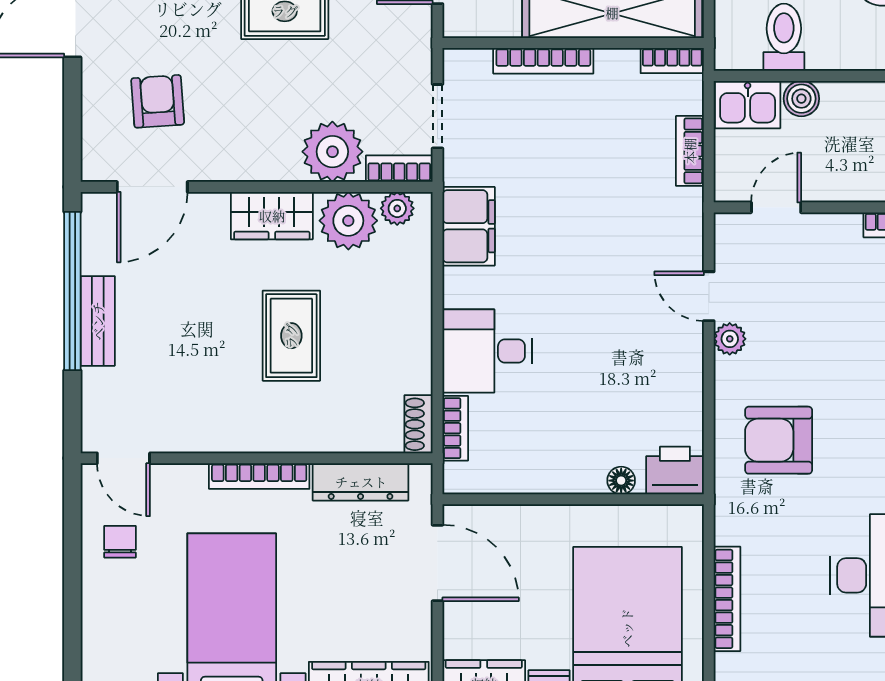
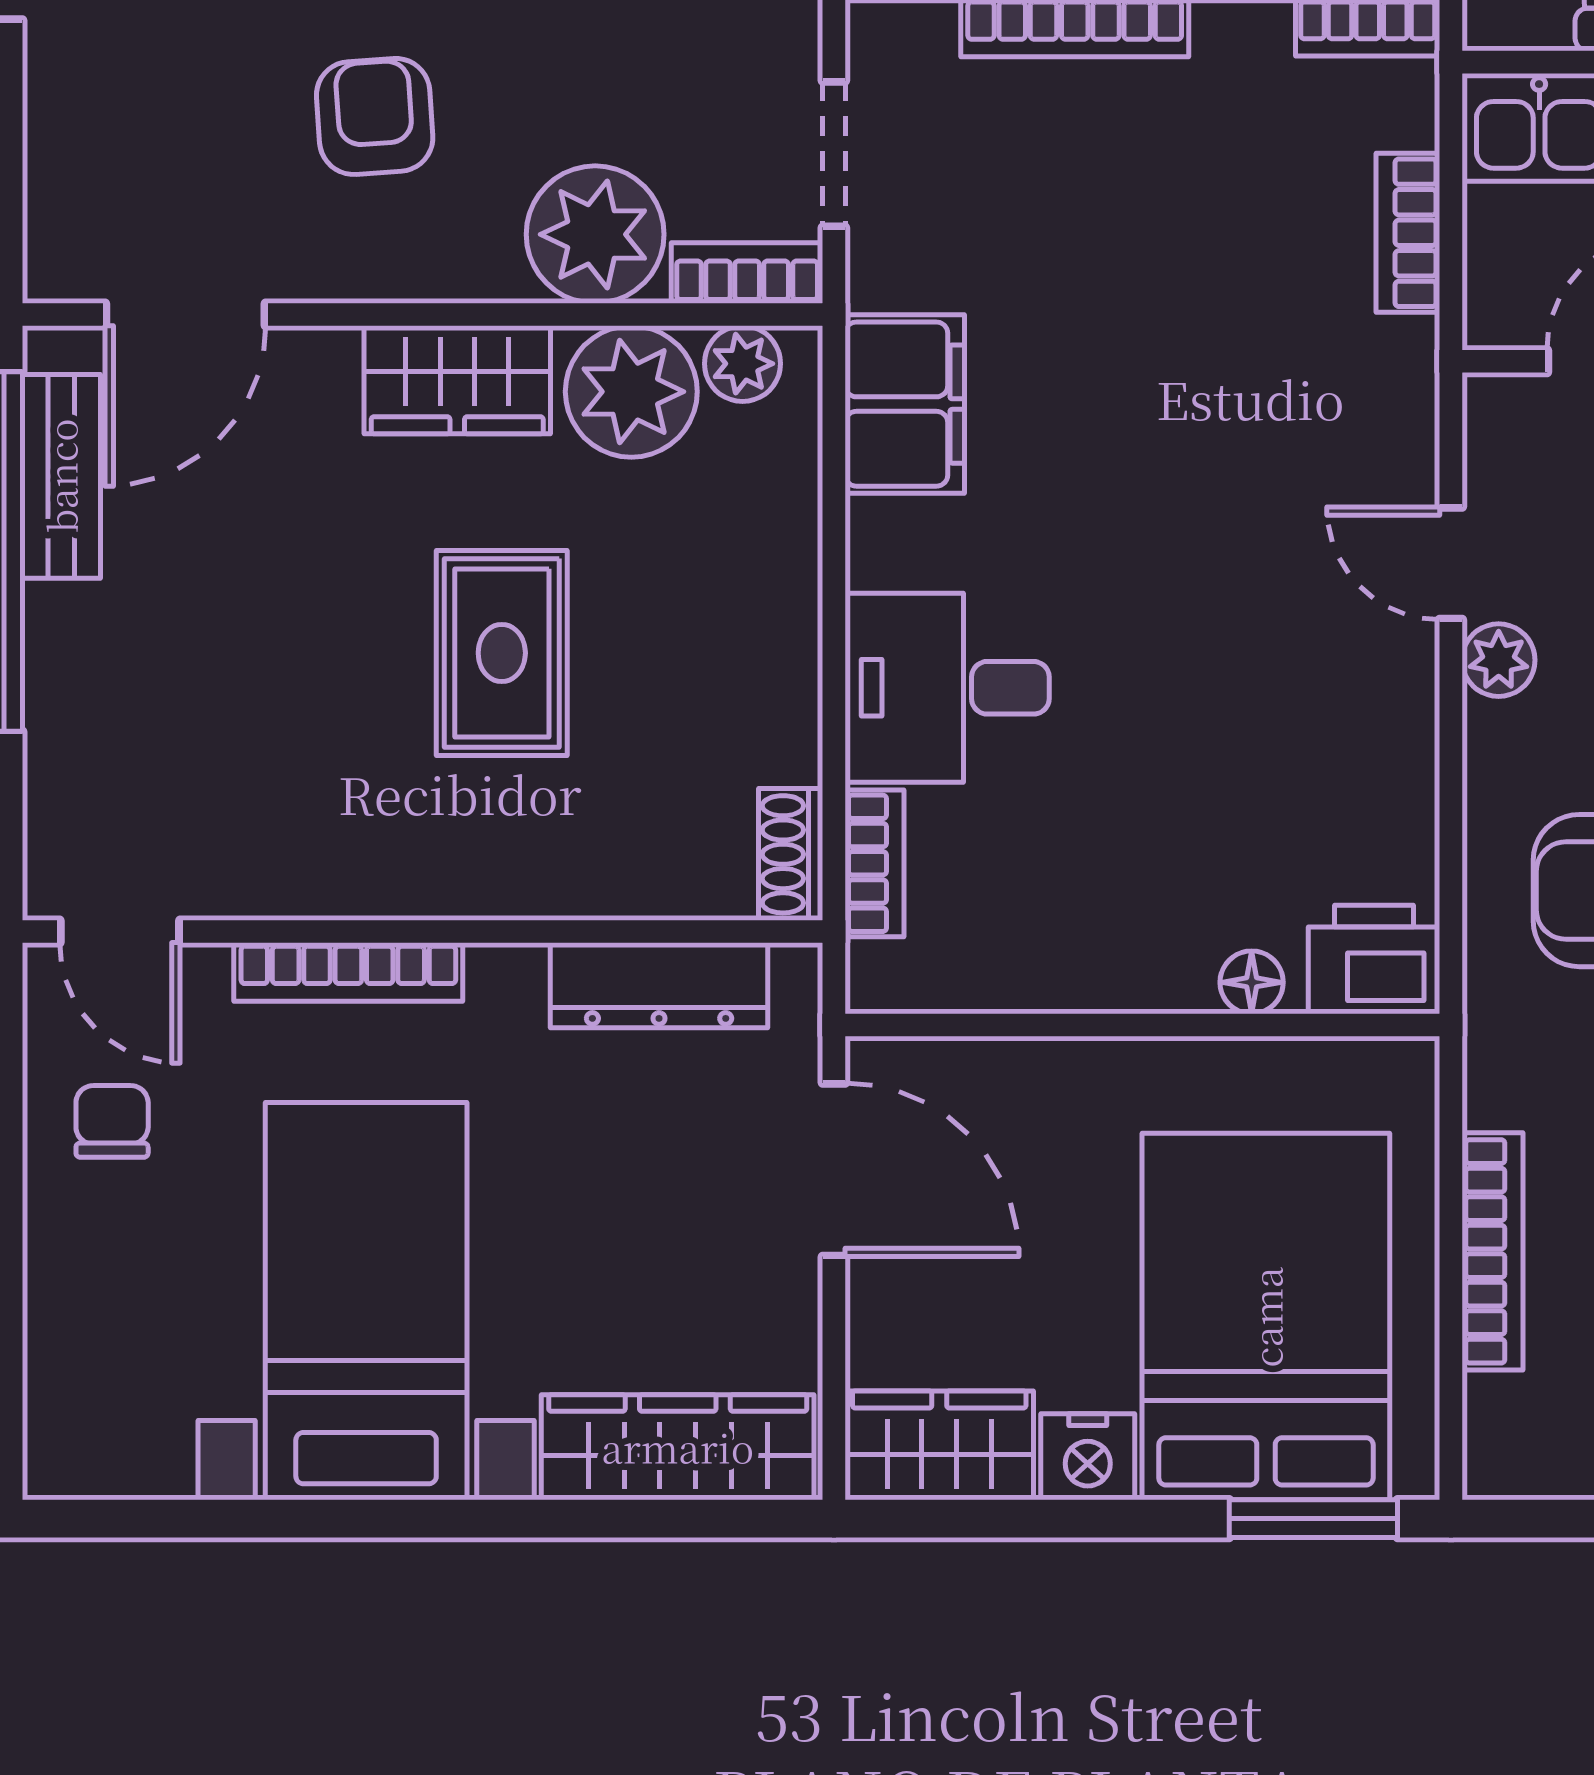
armchair: (158, 101) -> (375, 116), moved
bench: (98, 321) -> (61, 476), moved
bookcase: (259, 476) -> (348, 972), moved

